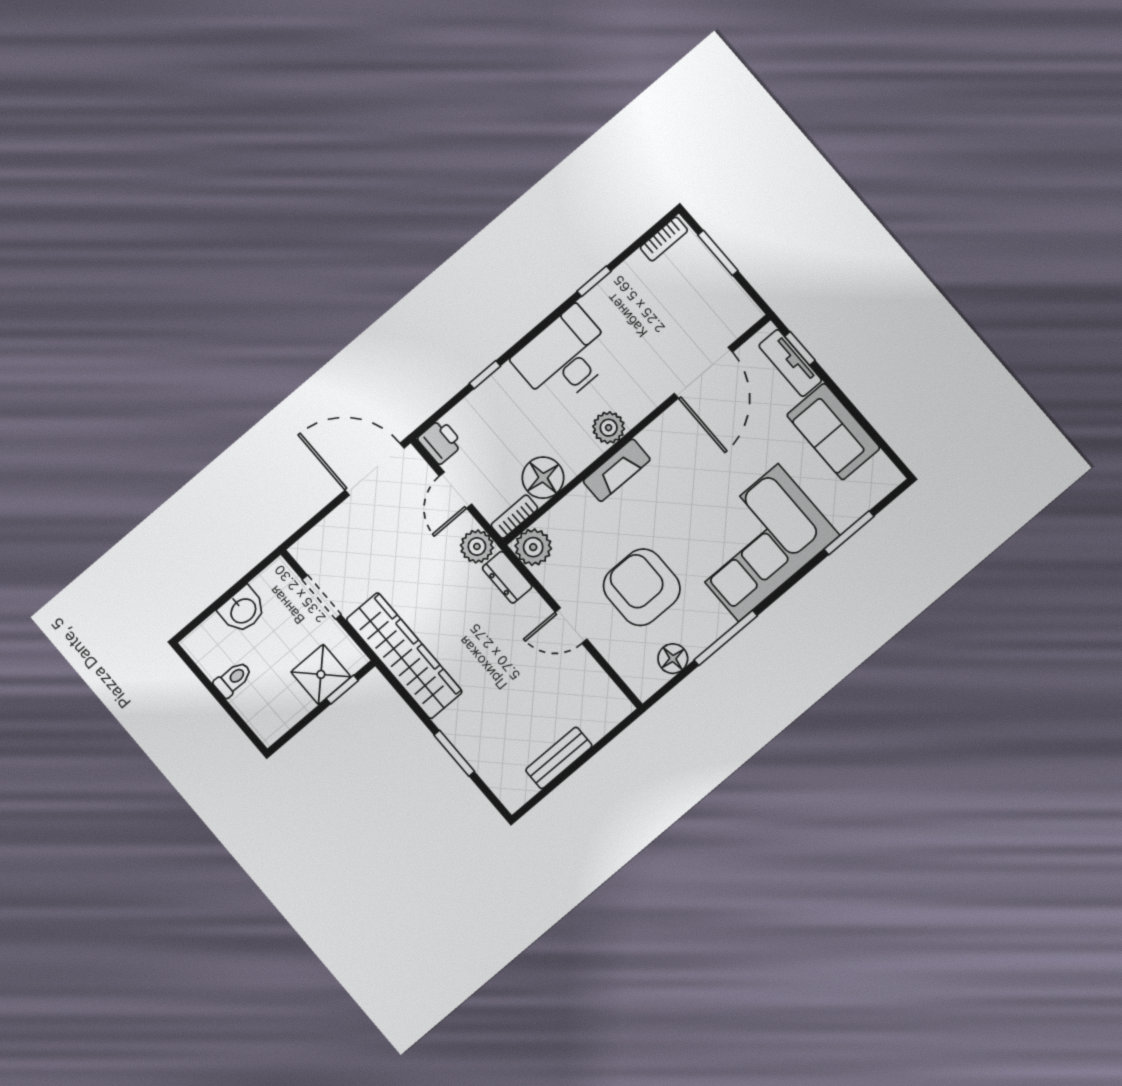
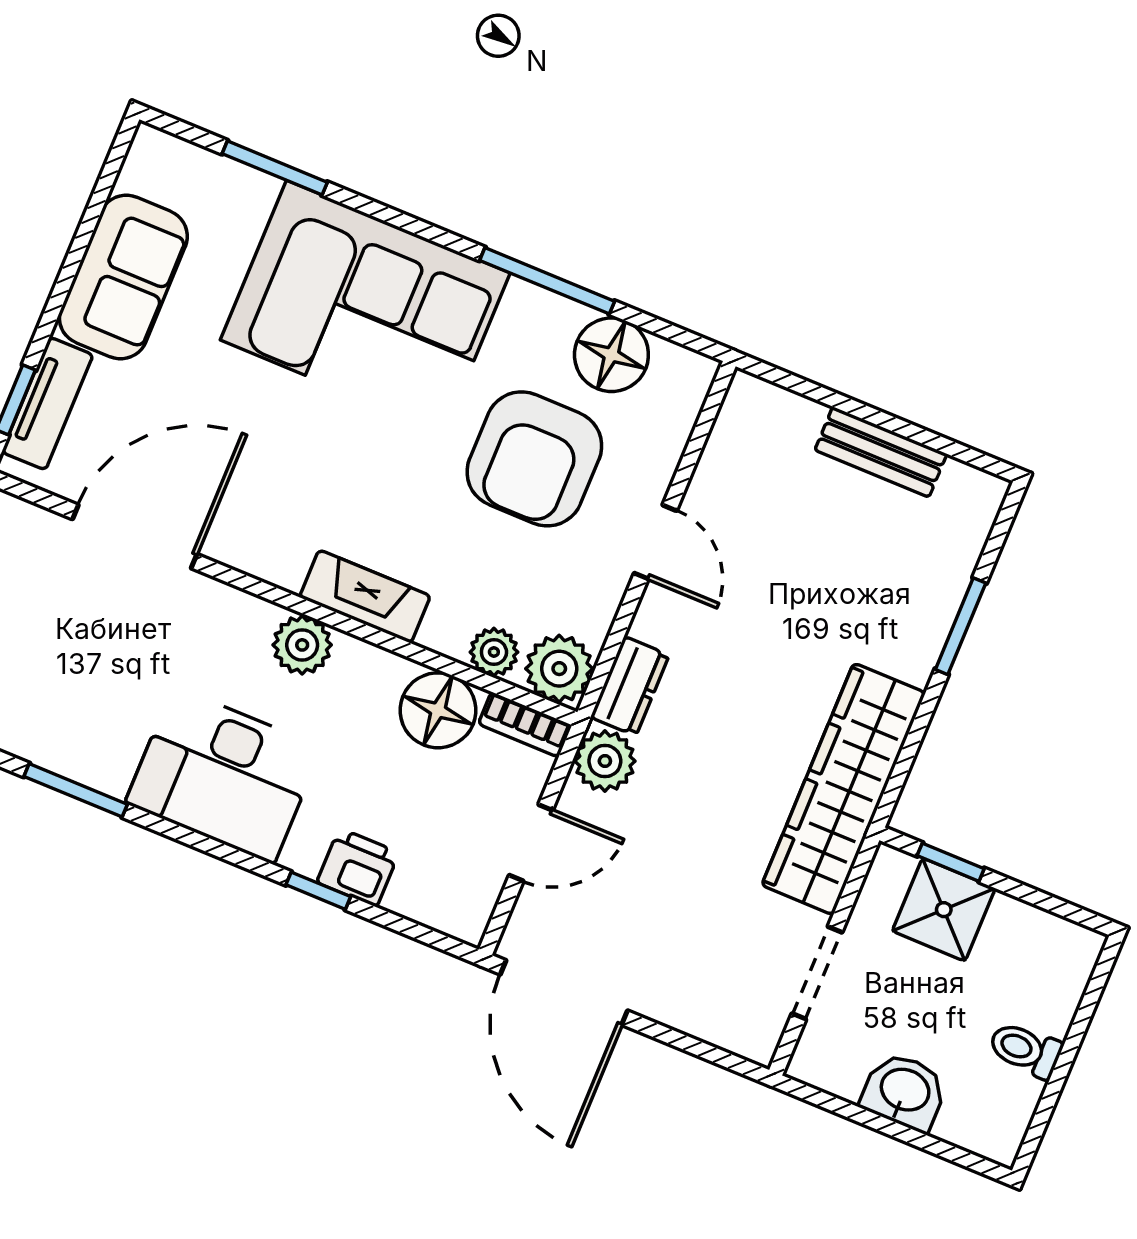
window: (594, 281) -> (76, 790), width x1.50
printer: (440, 441) -> (358, 867), moved, turned 90
plant: (558, 519) -> (494, 652), added
floor lamp: (673, 659) -> (611, 355), width x1.38, depth x1.38

